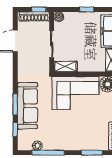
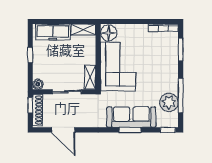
window: (15, 130) -> (168, 130), moved
plant: (37, 146) -> (169, 102), width x1.87, depth x1.87

